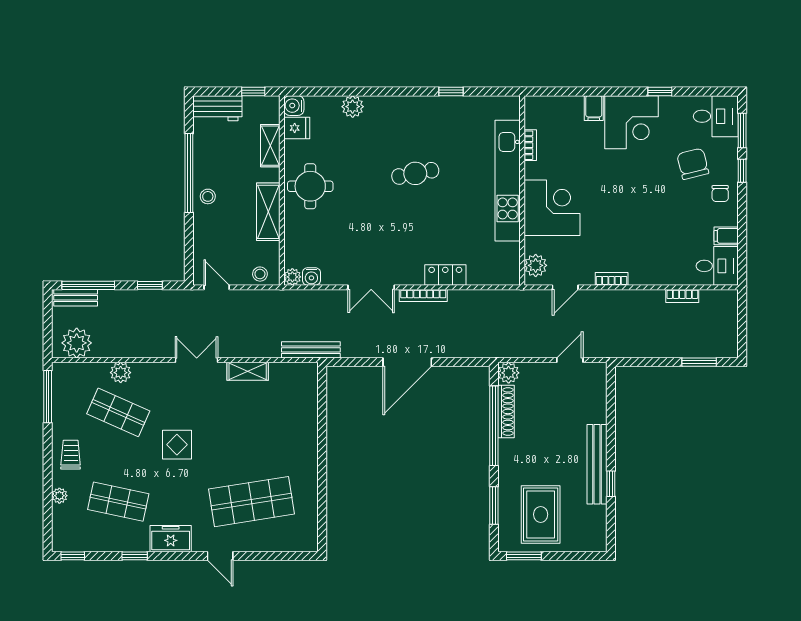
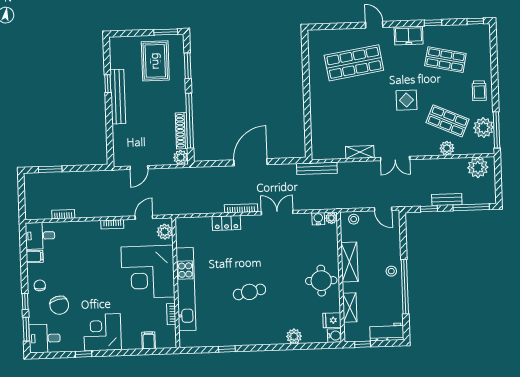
filing cabinet: (594, 108) -> (149, 340), moved
corner desk: (552, 208) -> (148, 272), width x1.36, depth x1.36
bench: (76, 298) -> (447, 200), moved
plant: (59, 496) -> (483, 128), moved, width x1.88, depth x1.88

